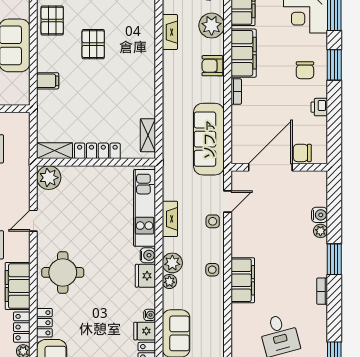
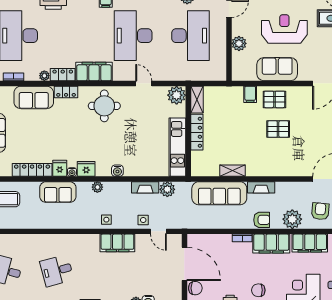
pallet: (52, 21) -> (274, 99), moved
fireplace: (170, 32) -> (261, 187), moved
armchair: (212, 66) -> (262, 220), turned 90
shelving: (148, 135) -> (233, 171), moved
sofa: (209, 139) -> (219, 193), moved, turned 180
chair: (302, 153) -> (195, 288), turned 90
kitchen unit: (145, 208) -> (177, 147), moved, turned -90
plant: (172, 263) -> (167, 189), moved
fridge: (145, 276) -> (86, 169), moved
filing cabinet: (243, 280) -> (117, 243), moved

